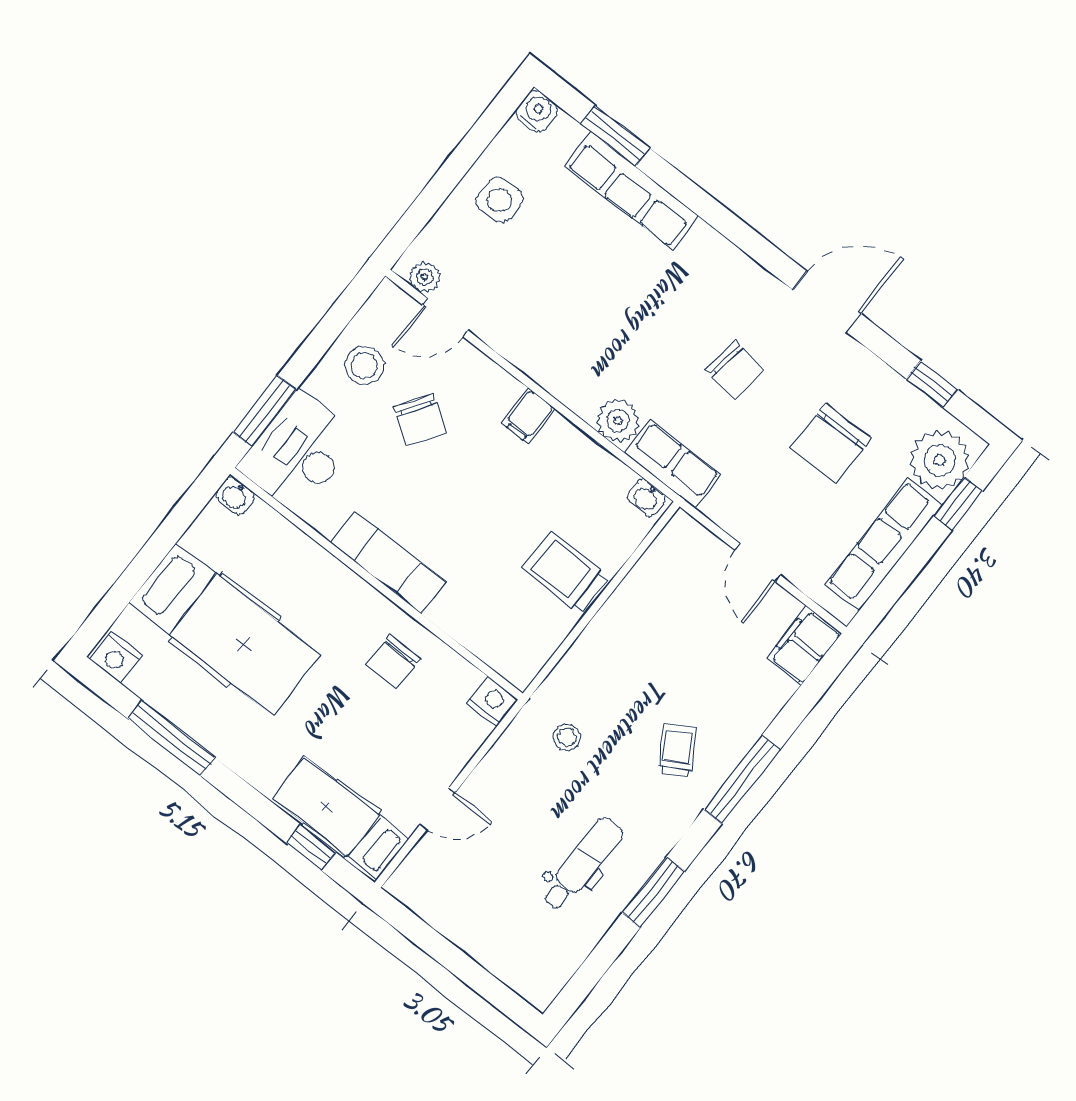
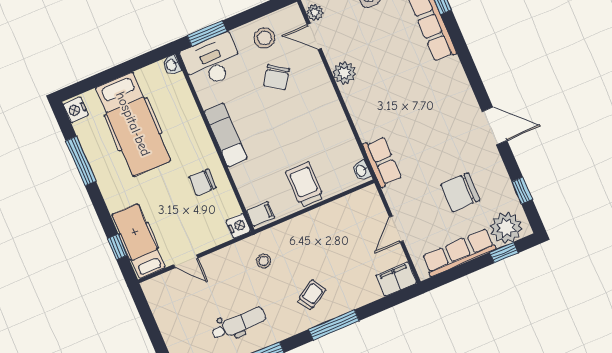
chair: (735, 370) -> (435, 134), removed
filing cabinet: (528, 416) -> (261, 214), moved, turned 180
plant: (618, 421) -> (344, 73), moved

